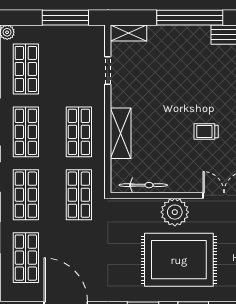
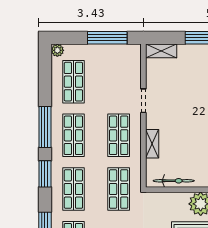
doorway: (108, 71) -> (143, 101), moved
shelving: (121, 133) -> (152, 144), width x0.67, depth x0.75

